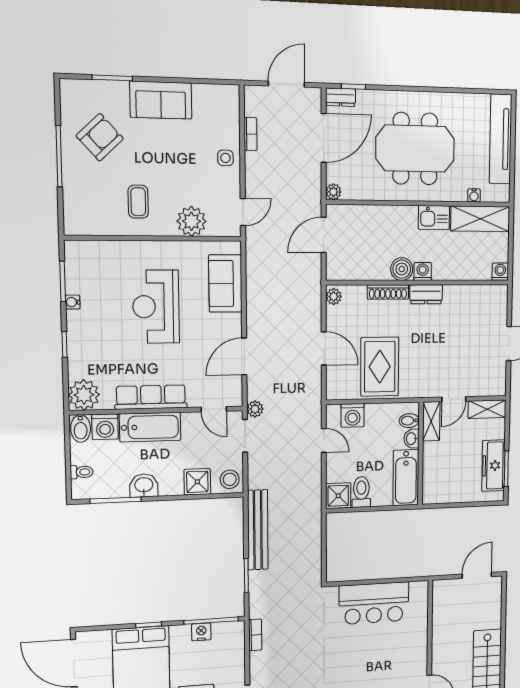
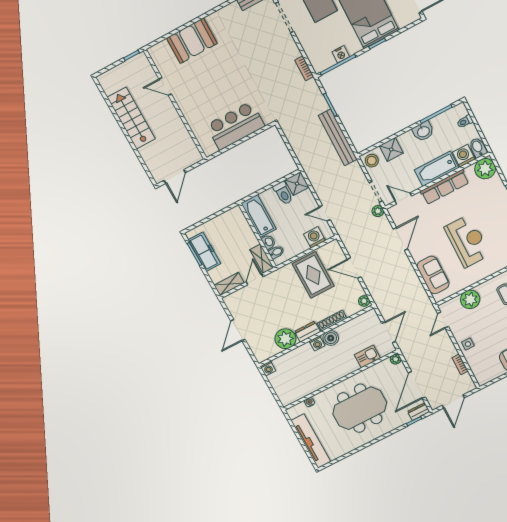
kitchen sink: (434, 218) -> (367, 356), moved
shelving: (480, 219) -> (298, 391), removed
plant: (458, 300) -> (285, 339), added

